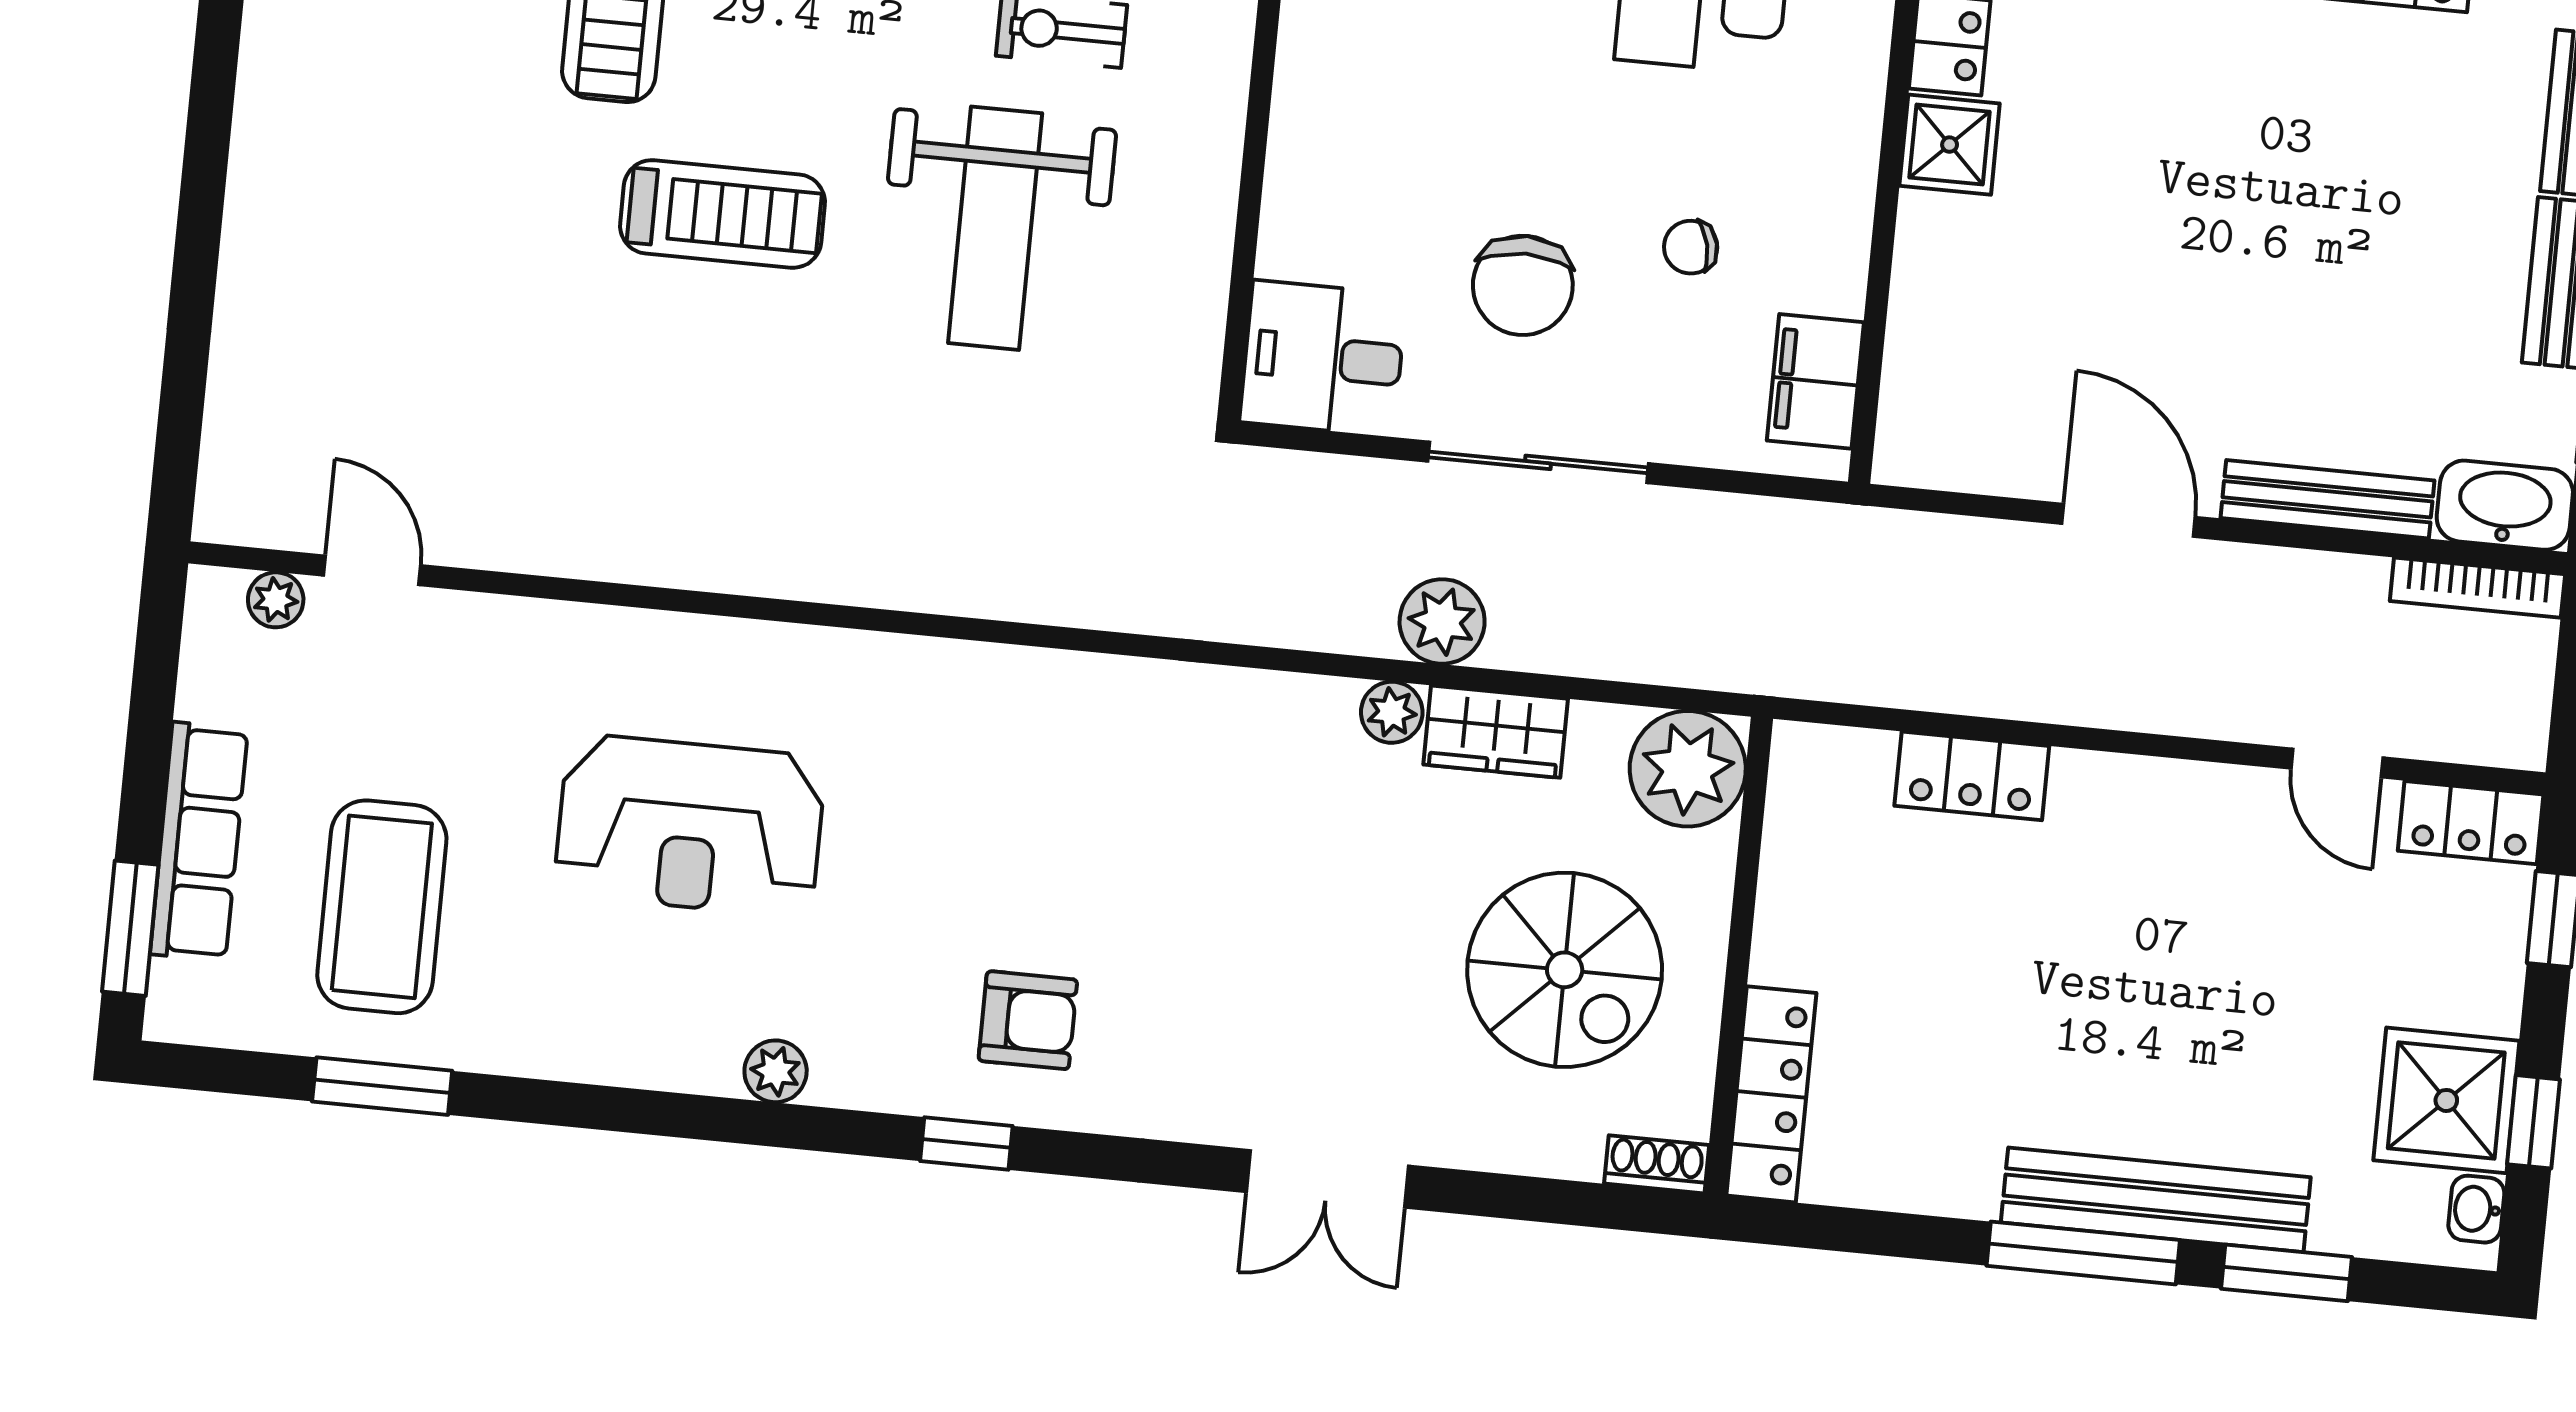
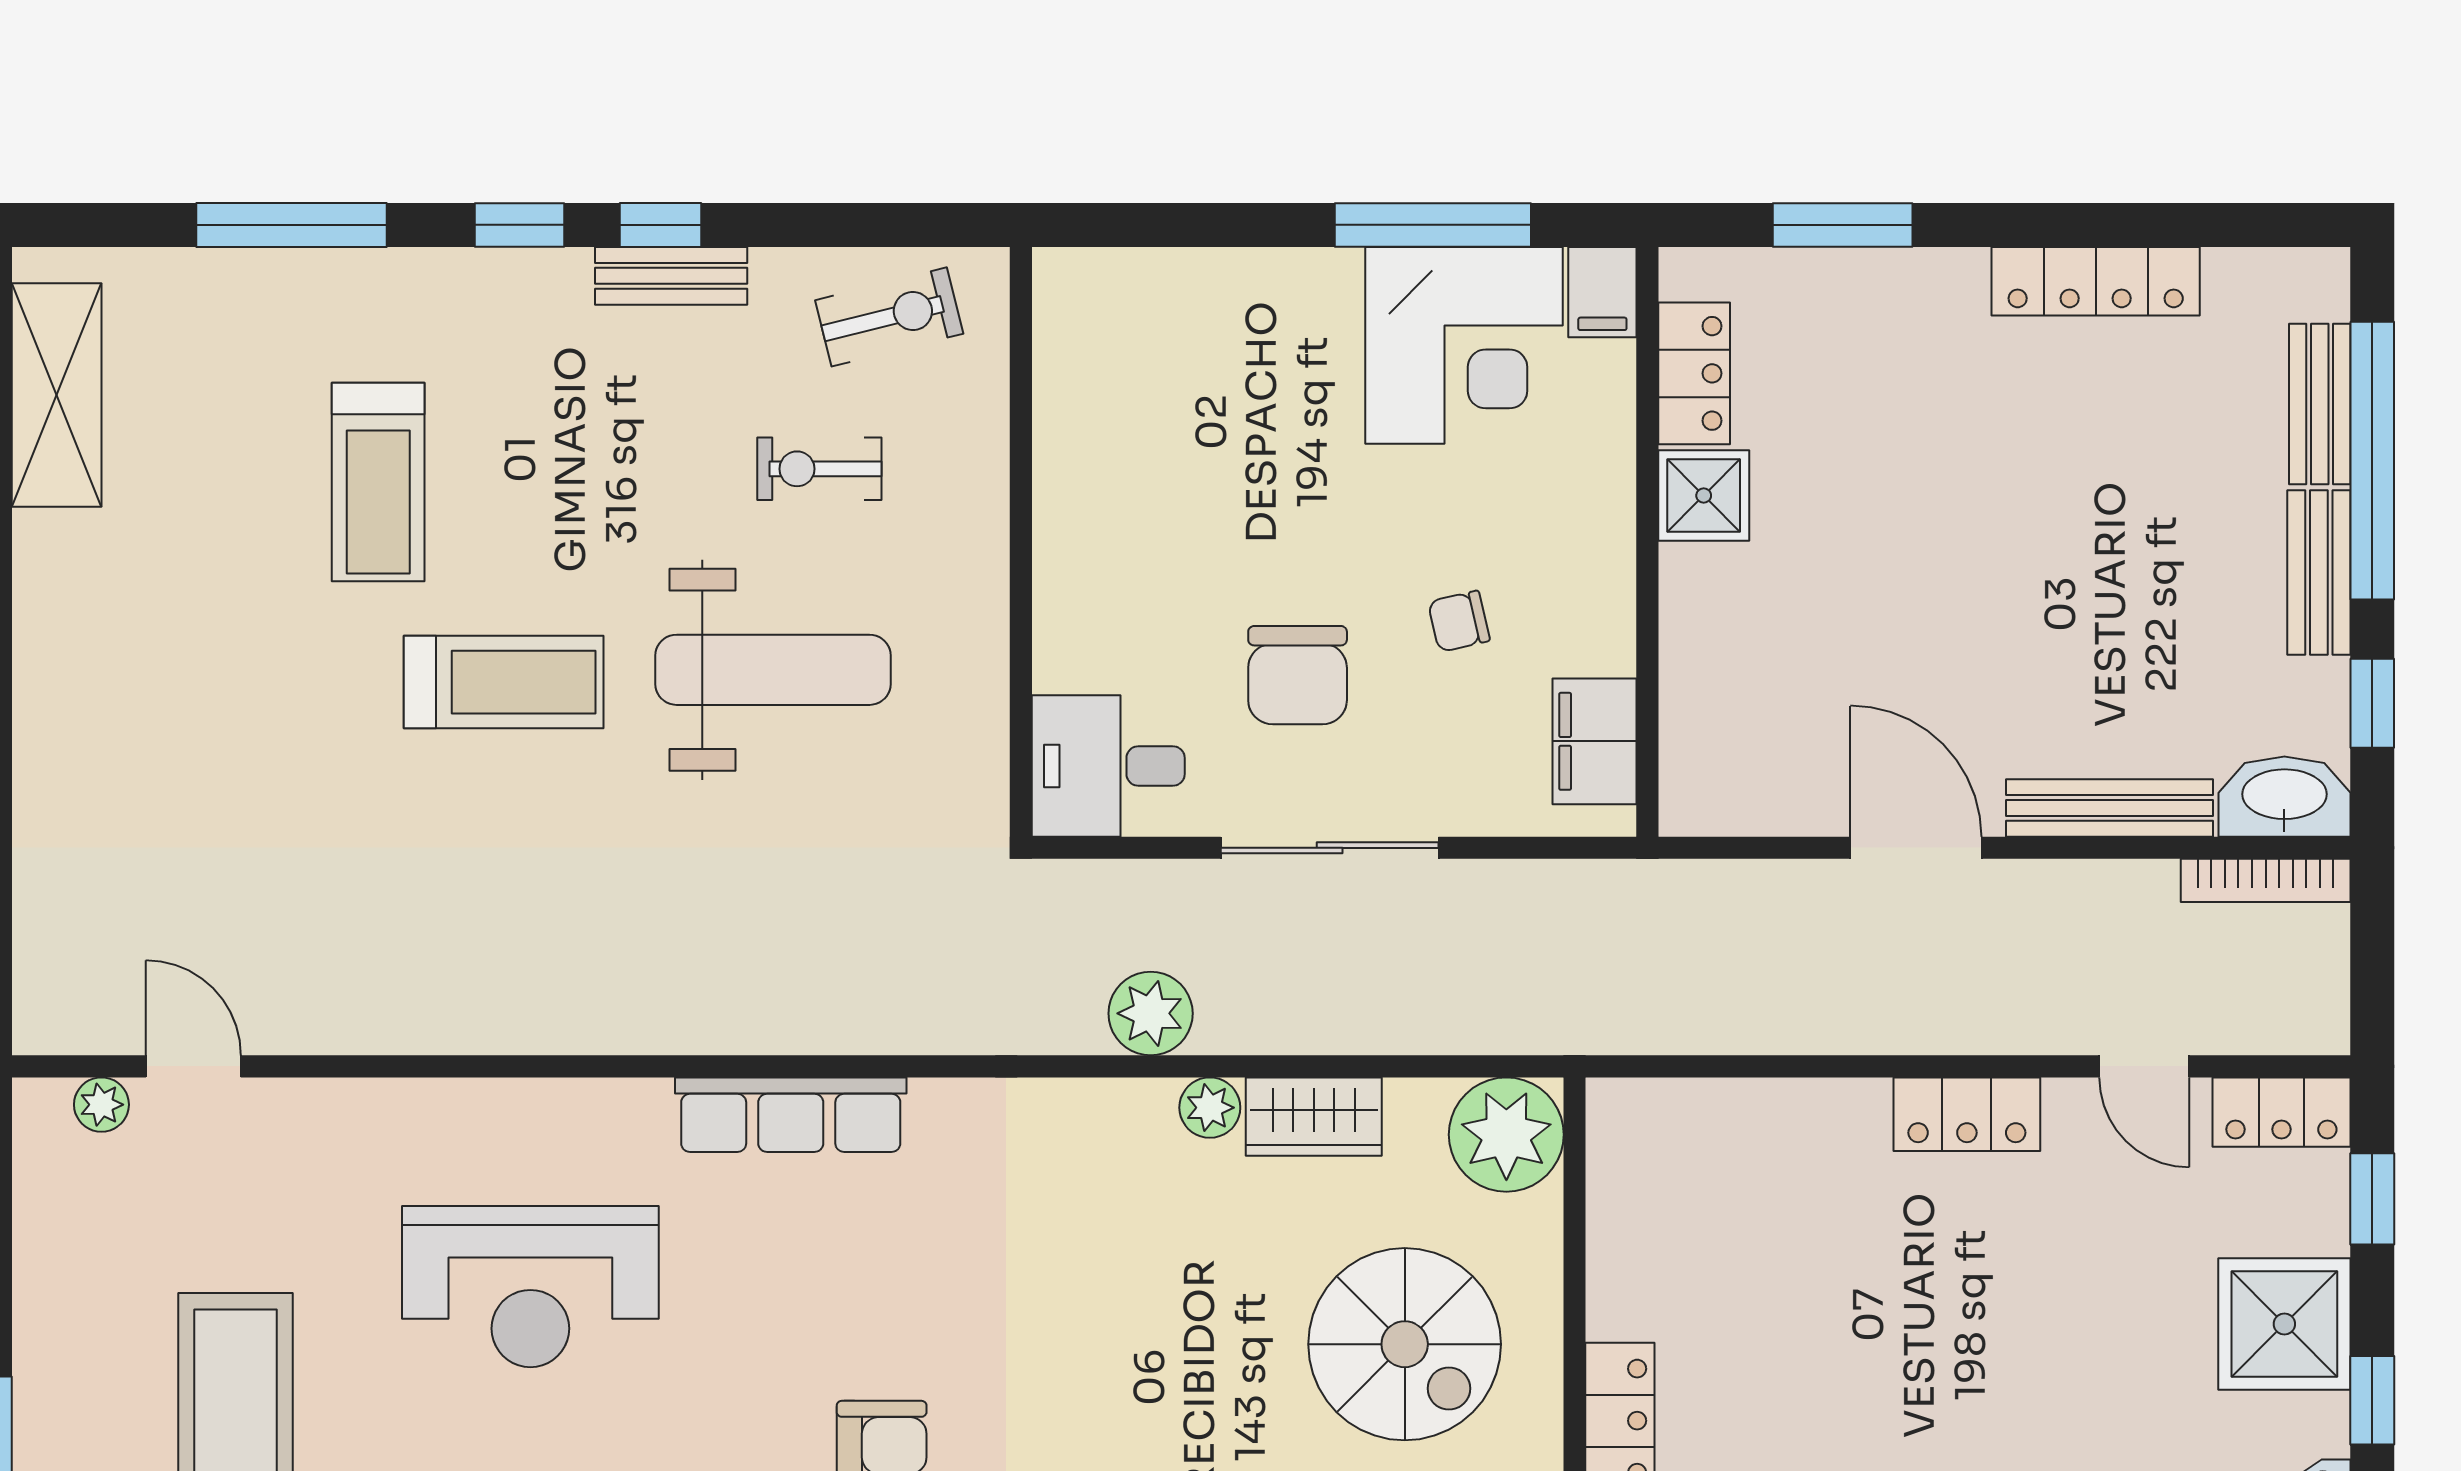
weight bench: (995, 228) -> (773, 670), turned -90
plant: (1442, 622) -> (1151, 1013), moved
locker: (1972, 776) -> (1967, 1114), moved
row of seats: (199, 842) -> (791, 1115), moved, turned 90
shower: (2446, 1100) -> (2284, 1324), moved

